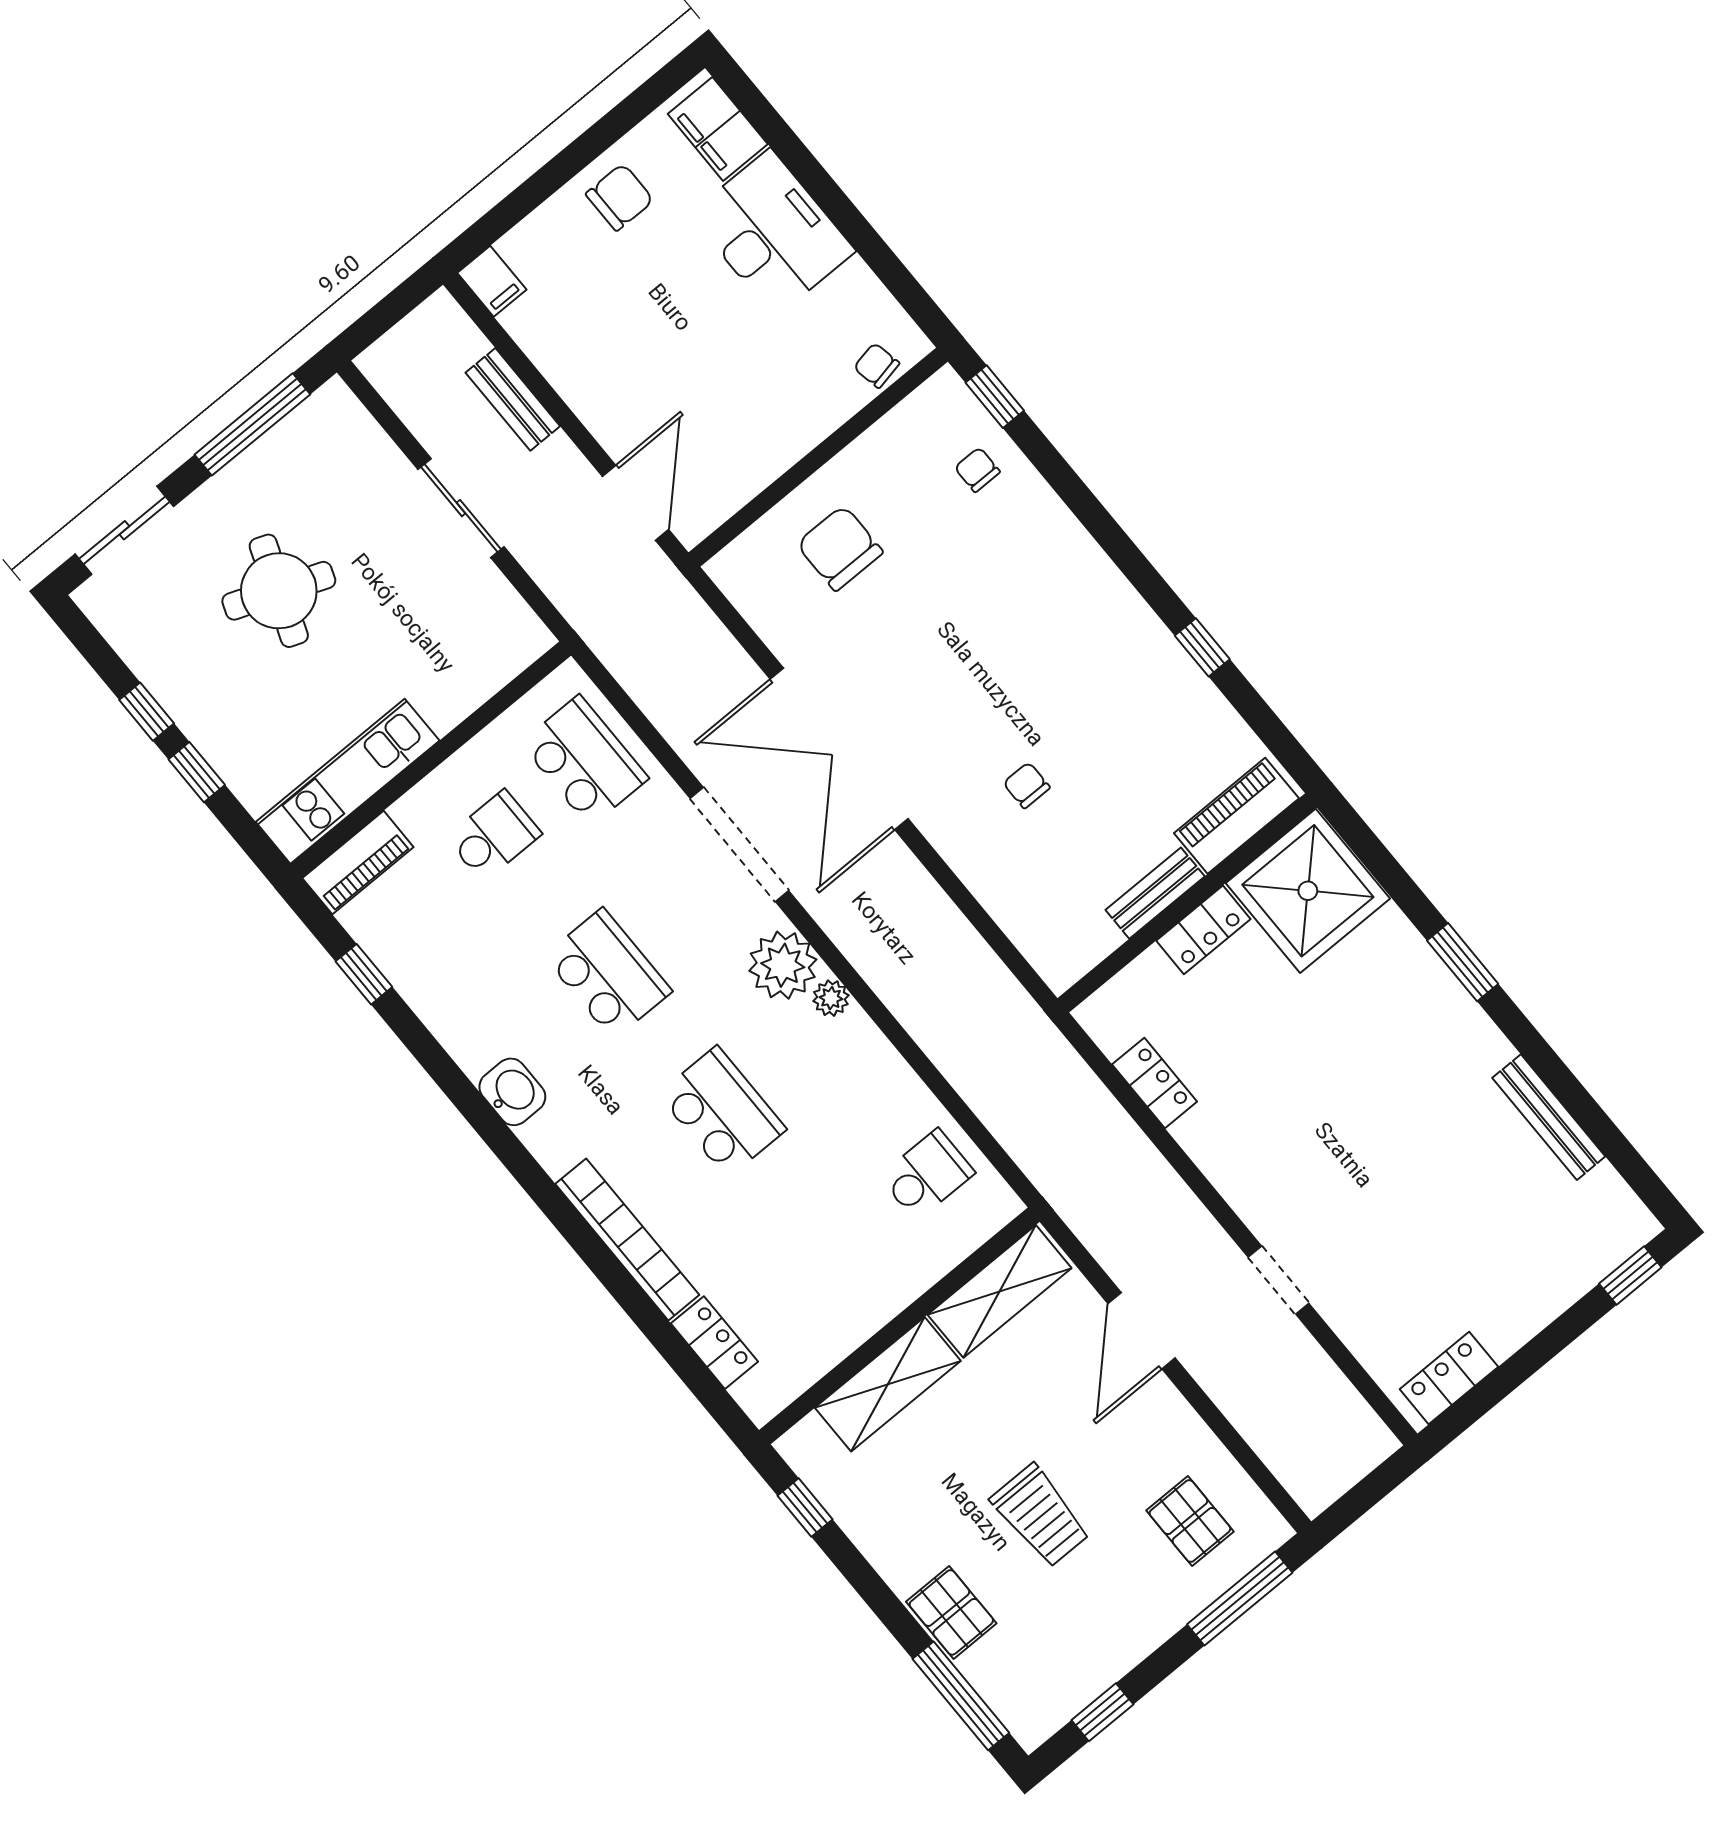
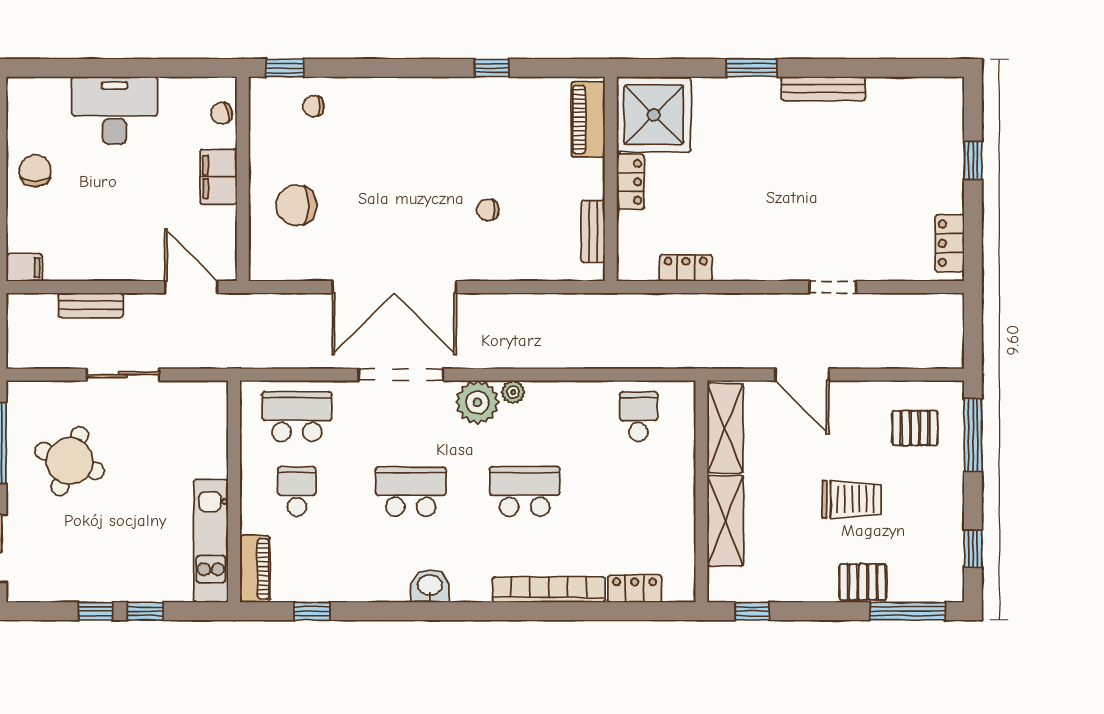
filing cabinet: (718, 129) -> (219, 177), moved, turned 90
round table: (279, 591) -> (70, 461), moved
bench: (1155, 893) -> (593, 231), moved
bench: (1549, 1117) -> (823, 89), moved
window: (1630, 1275) -> (973, 161), moved

